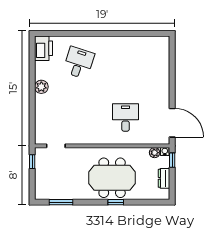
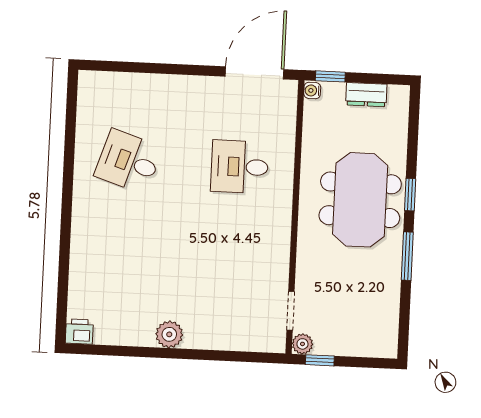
printer: (43, 48) -> (79, 332), width x0.53, depth x0.68
desk: (79, 63) -> (129, 161), moved
plant: (155, 153) -> (302, 344), moved
window: (61, 202) -> (407, 256), moved

